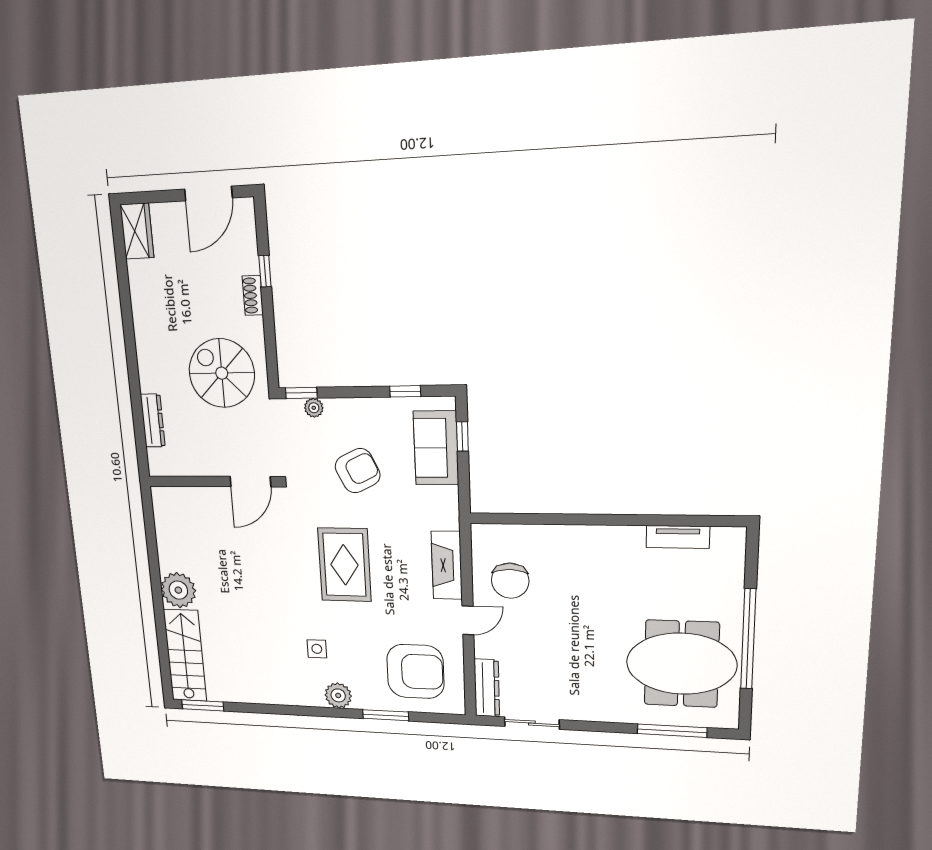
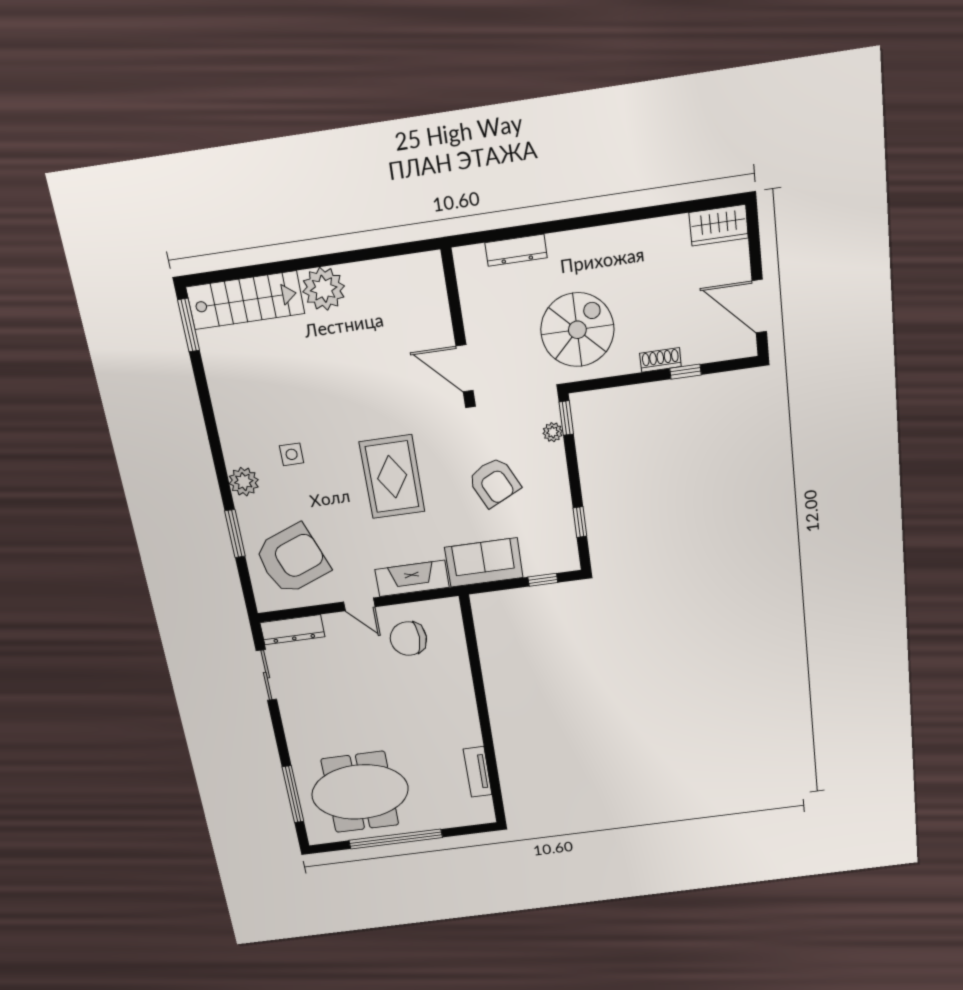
sofa: (436, 448) -> (484, 562), moved
rug: (344, 565) -> (392, 477), turned 90
meeting table: (681, 664) -> (360, 792), turned 90
armchair: (415, 671) -> (292, 559), turned -111

